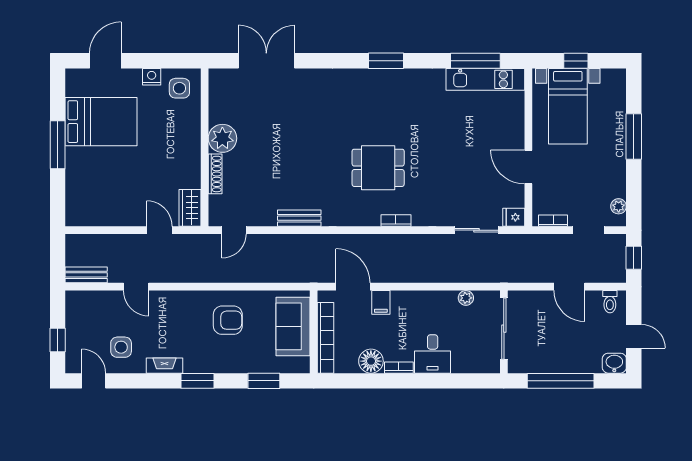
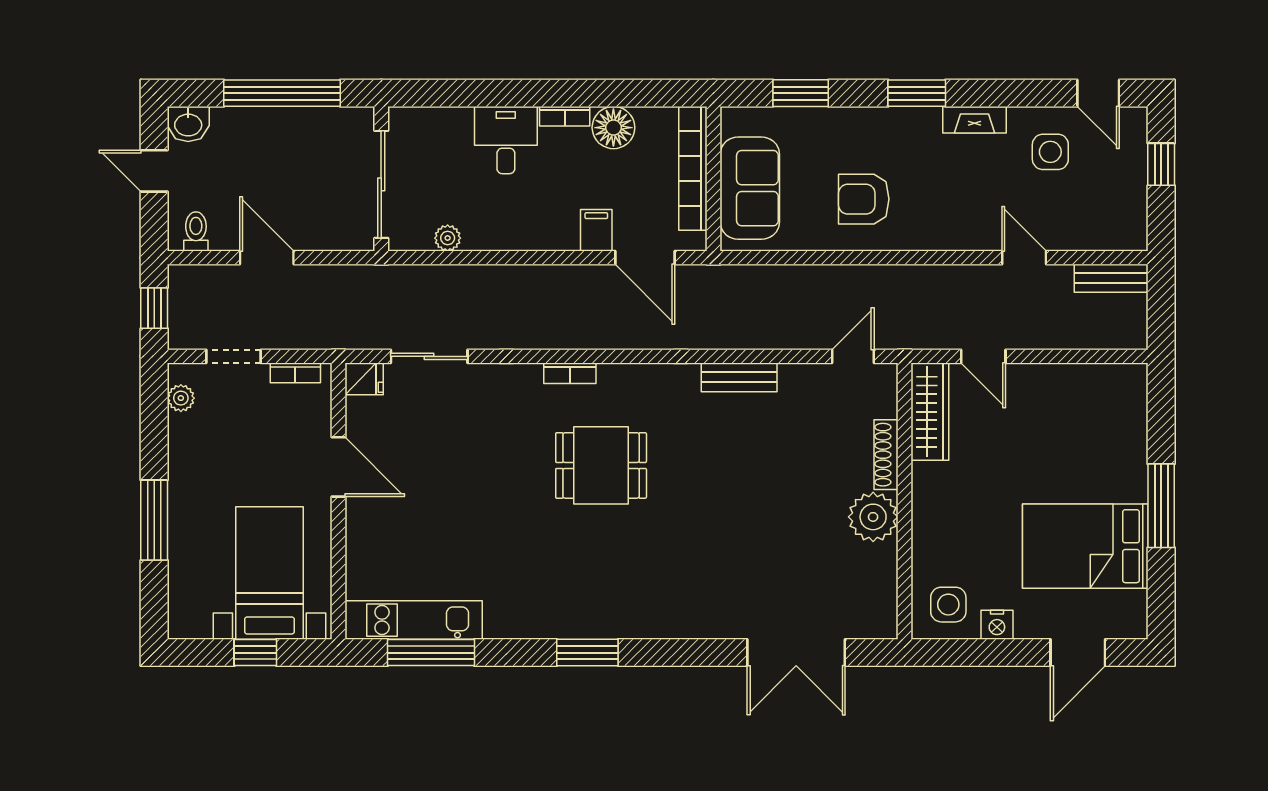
wardrobe: (190, 208) -> (930, 412), width x1.50

